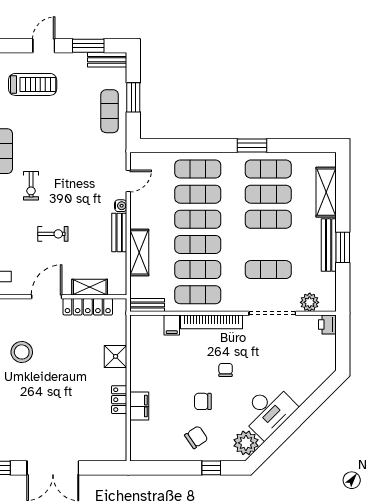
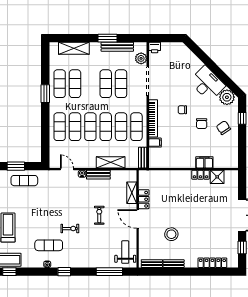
exercise mat: (268, 219) -> (106, 84), moved
bench: (329, 245) -> (117, 47), moved
locker: (88, 307) -> (144, 199), width x0.66
shower: (116, 356) -> (217, 177), moved

